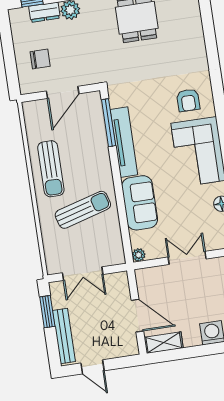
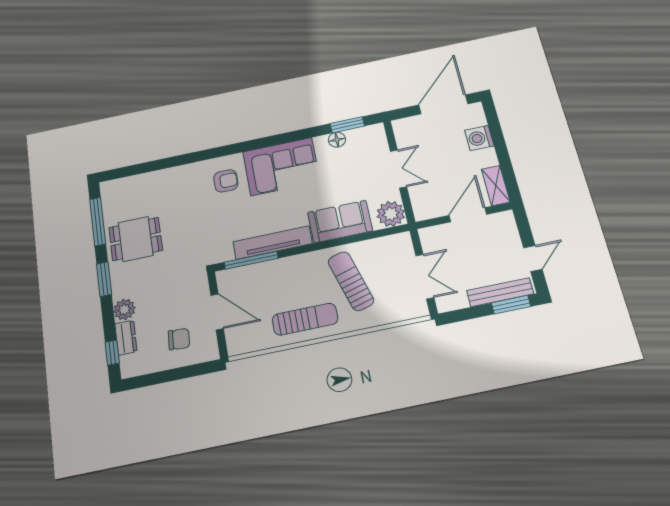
chair: (40, 59) -> (179, 339), turned 94
plant: (139, 255) -> (391, 214), width x1.88, depth x1.88
double door: (187, 258) -> (398, 169), swing flipped
window: (47, 312) -> (511, 305), moved

